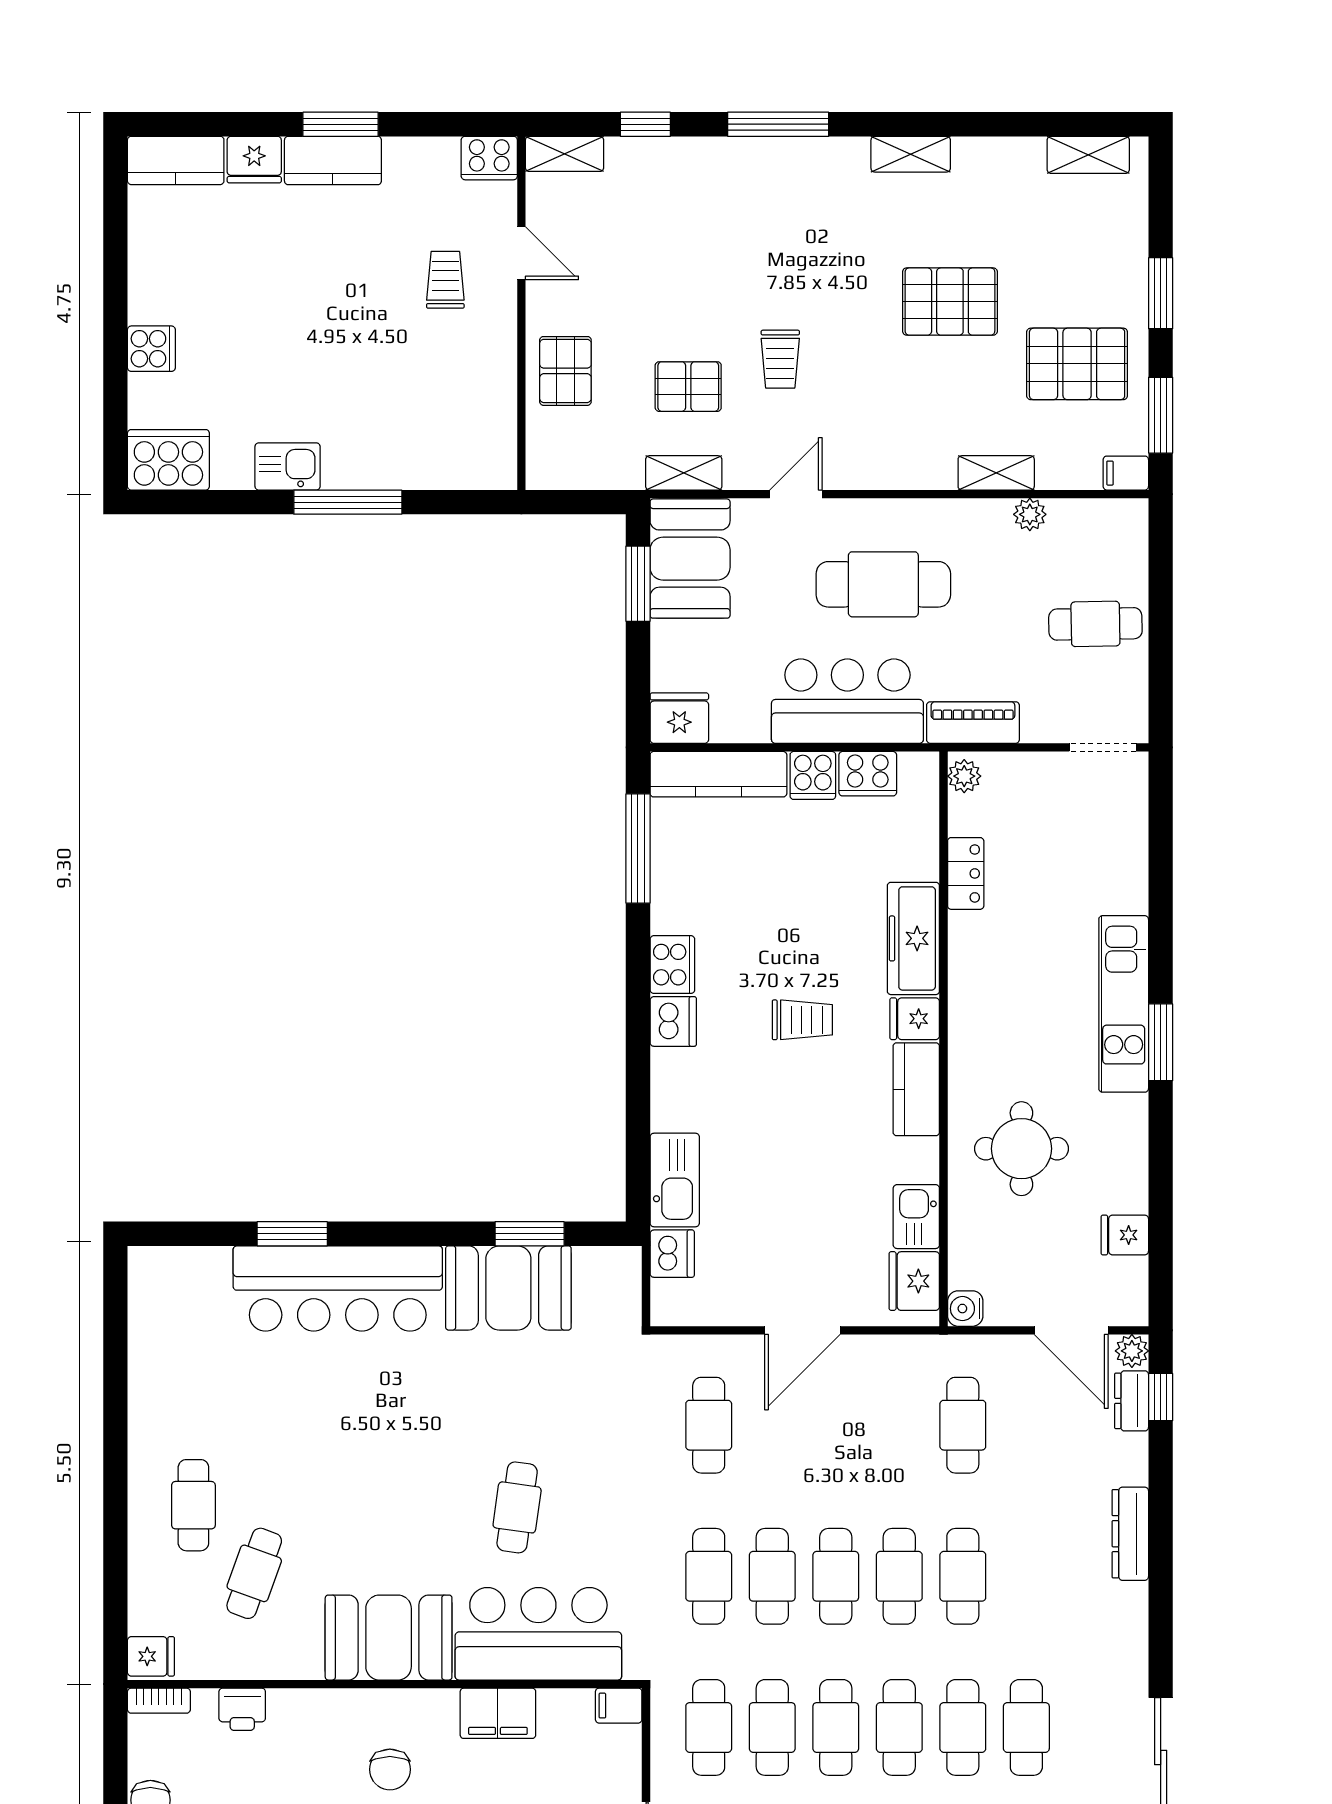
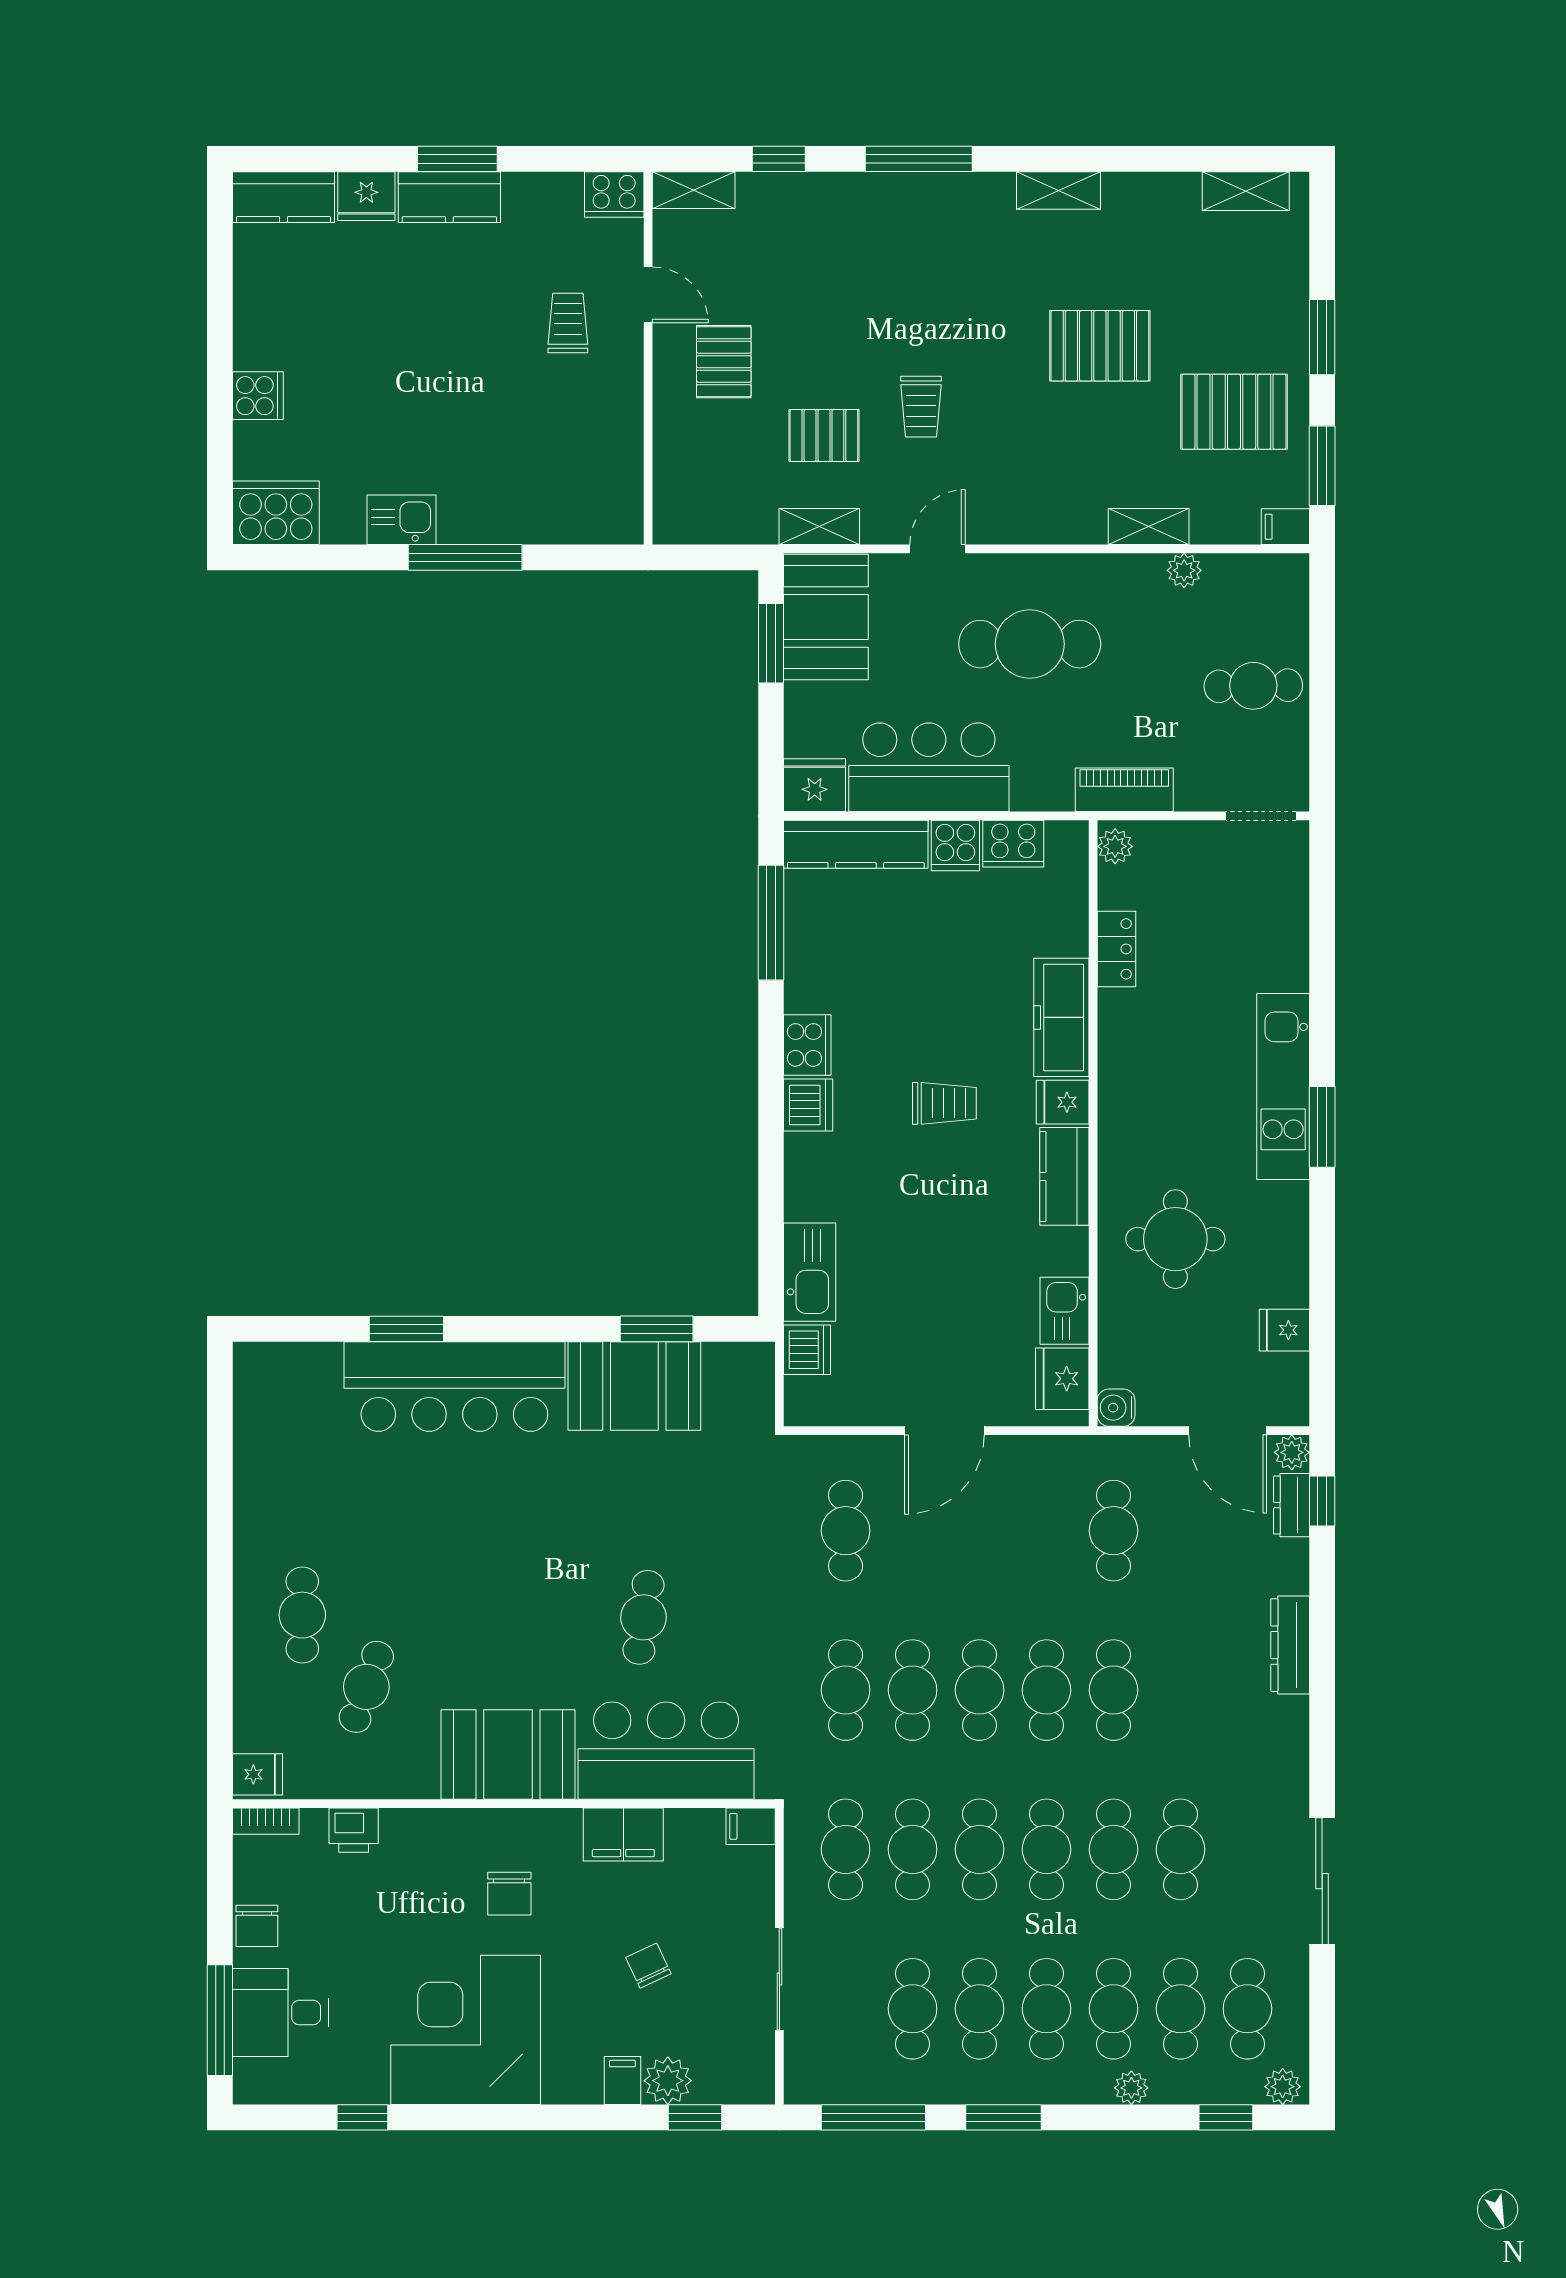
pallet: (565, 371) -> (724, 362), moved
bar counter: (847, 701) -> (929, 767), moved

